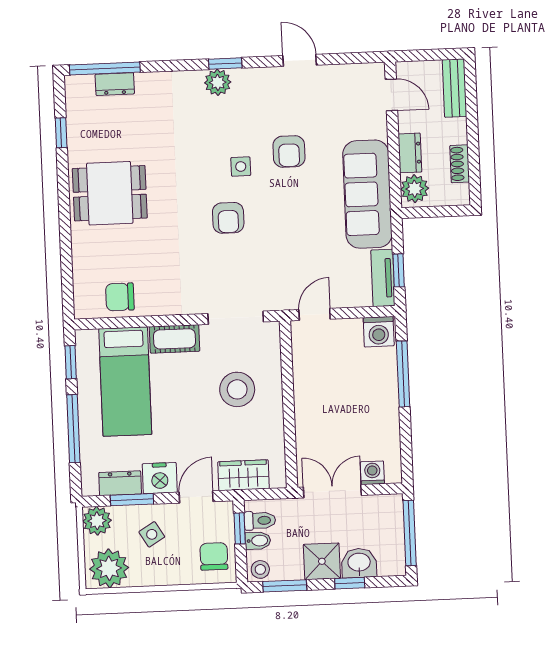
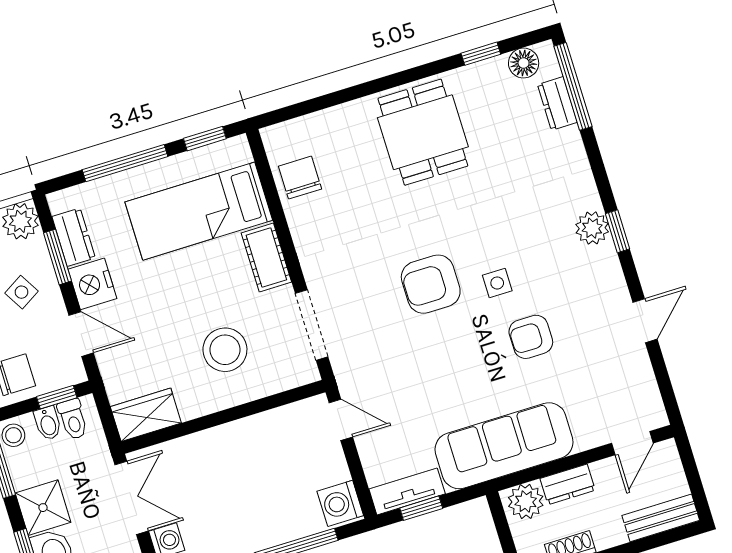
floor lamp: (77, 102) -> (524, 63), added
armchair: (228, 218) -> (431, 284), width x1.38, depth x1.38
wardrobe: (243, 475) -> (146, 415), moved, turned -90

